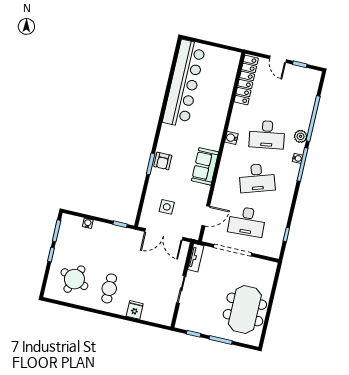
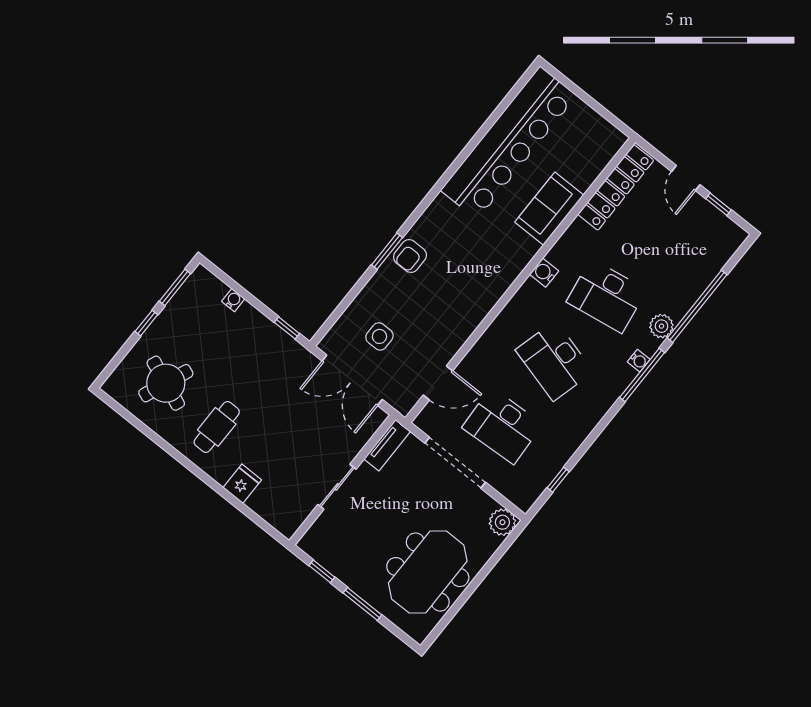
sofa: (205, 166) -> (549, 209), moved
desk: (257, 178) -> (554, 361), turned 33
plant: (269, 268) -> (502, 522), added

